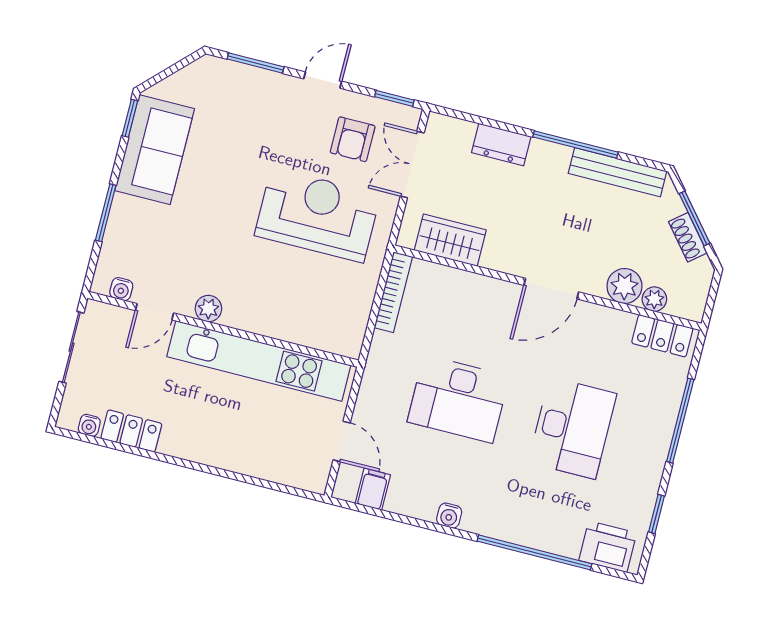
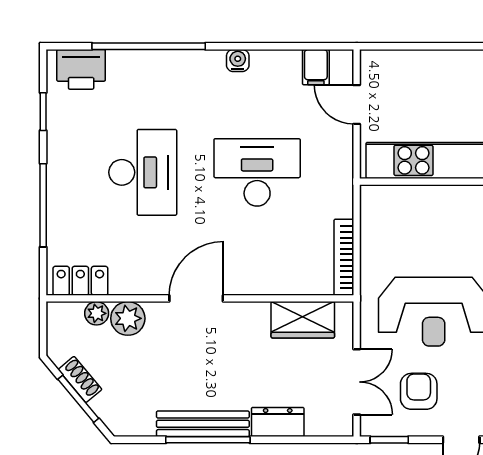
bench: (617, 172) -> (203, 424), moved
desk: (572, 428) -> (143, 172), turned 180

